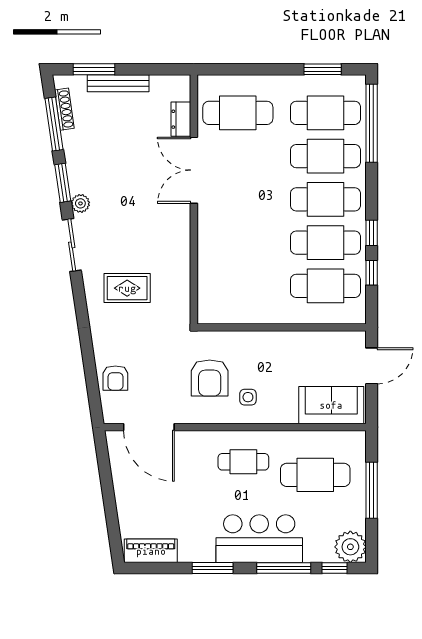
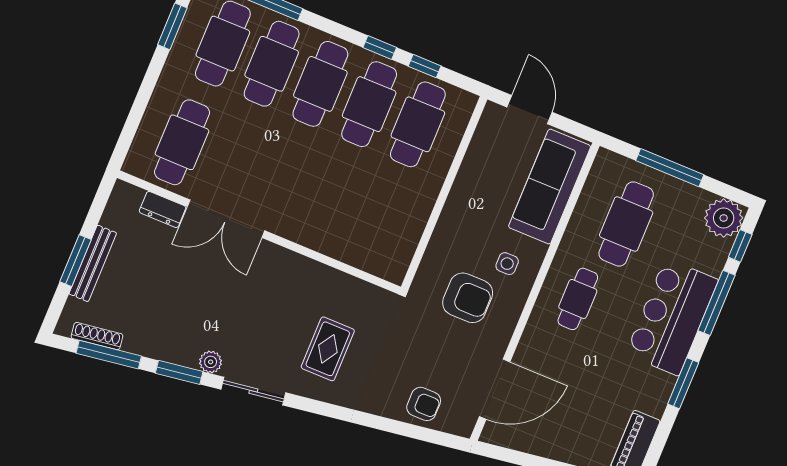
window: (94, 69) -> (75, 261), moved
sofa: (331, 405) -> (550, 187), width x1.36

